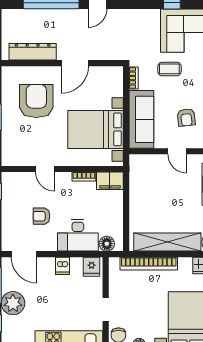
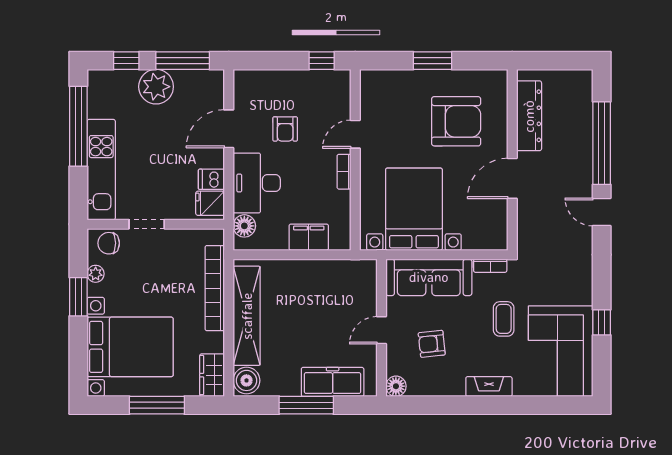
door: (75, 63) -> (512, 178), hinge flipped
bookcase: (84, 177) -> (344, 172), moved
filing cabinet: (110, 181) -> (309, 237), moved, turned 90
armchair: (41, 216) -> (285, 129), turned 180
door: (24, 254) -> (229, 129), moved
dishwasher: (62, 266) -> (211, 179), moved

